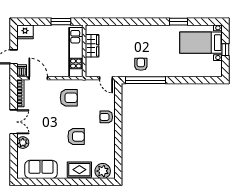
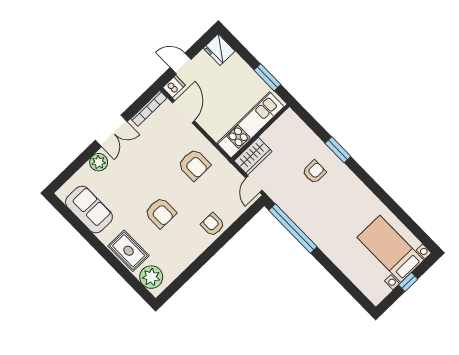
window: (179, 22) -> (338, 150), moved
wardrobe: (92, 46) -> (253, 156), moved
armchair: (141, 64) -> (314, 172), moved

